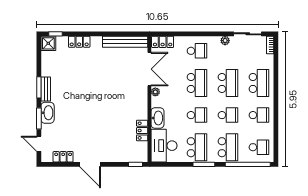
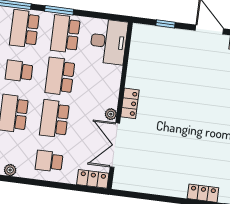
bench: (125, 42) -> (142, 185), removed
school desk: (197, 115) -> (60, 76), width x1.85
washbasin: (157, 118) -> (112, 79), removed
locker: (142, 131) -> (130, 103), moved
window: (136, 164) -> (166, 24), moved

